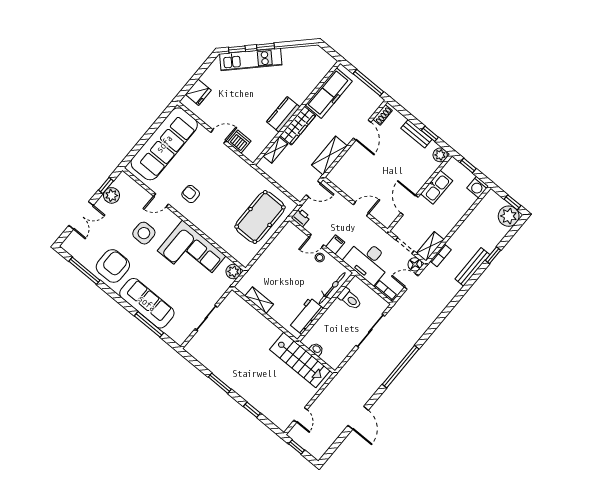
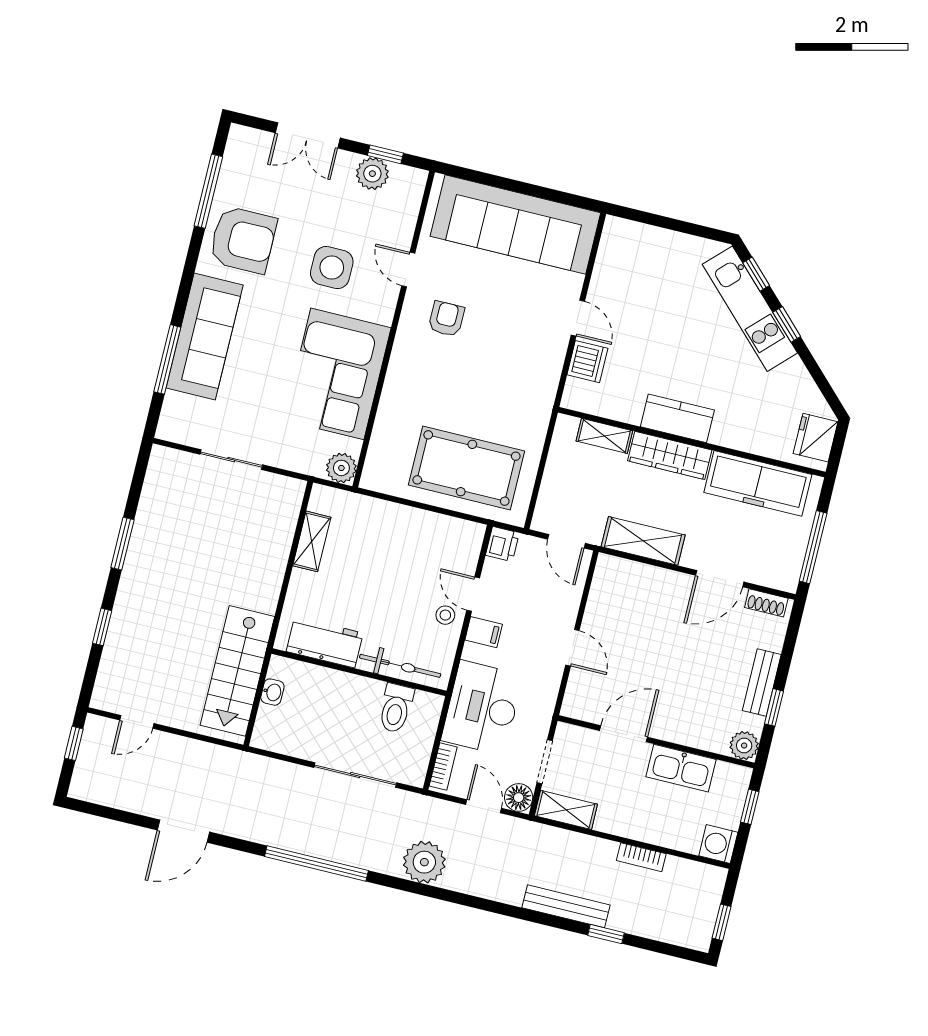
fridge: (198, 92) -> (816, 438), moved, turned 90
plant: (509, 216) -> (424, 862), moved
bookcase: (441, 255) -> (641, 857), moved

